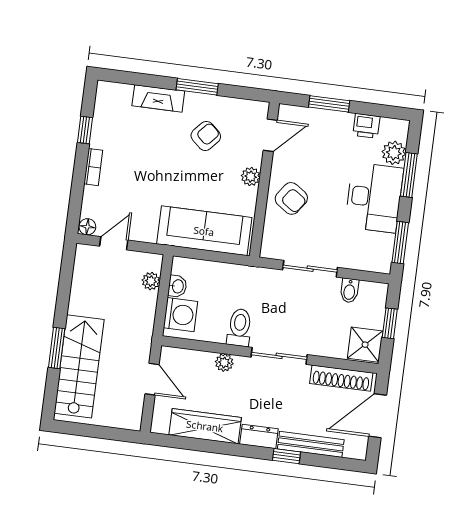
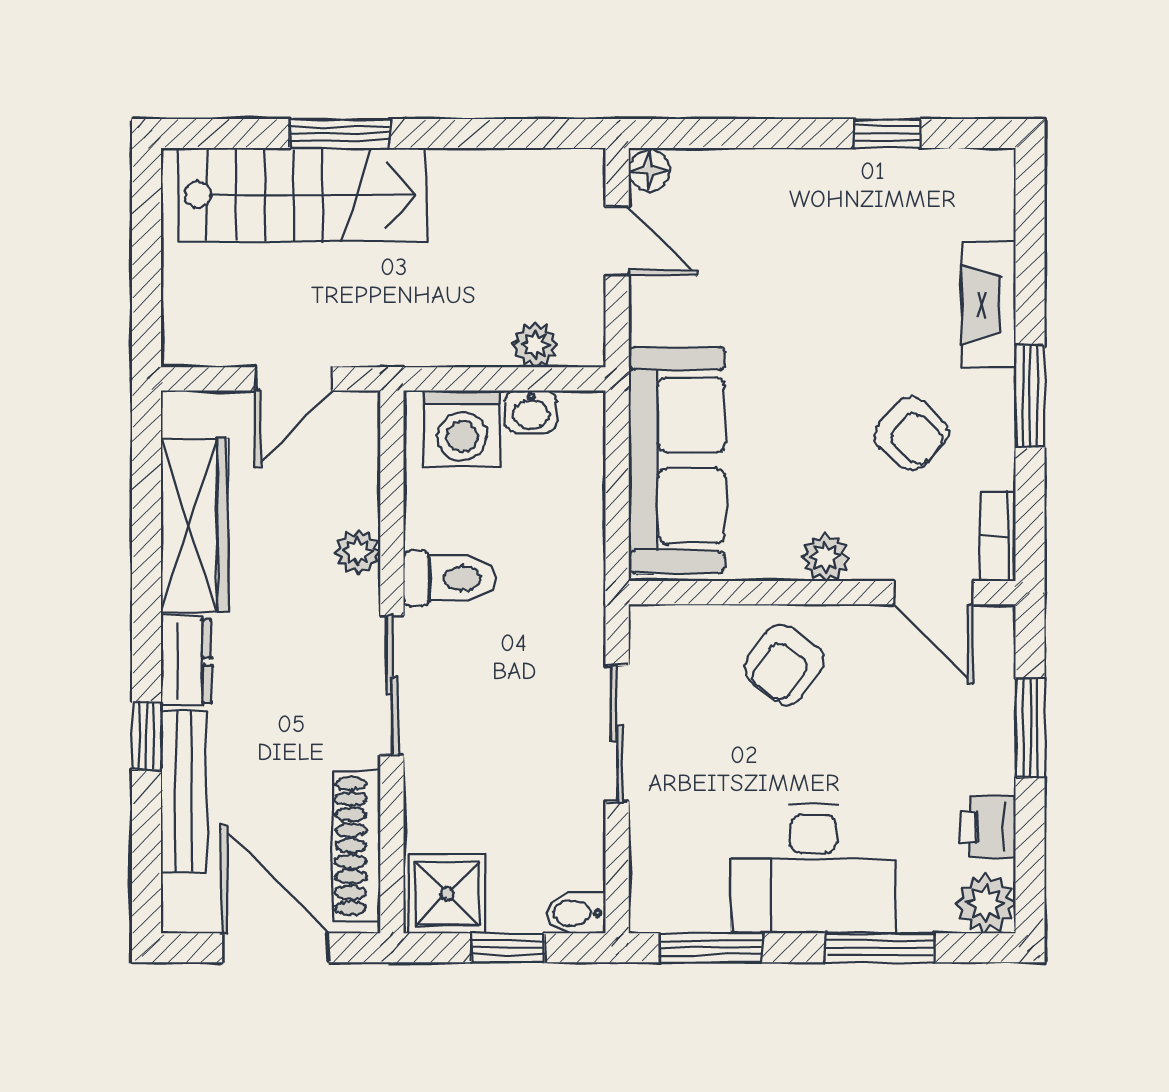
plant: (394, 153) -> (986, 903), moved
bookcase: (93, 167) -> (998, 536), moved, turned 90
bidet: (349, 290) -> (576, 913), moved

